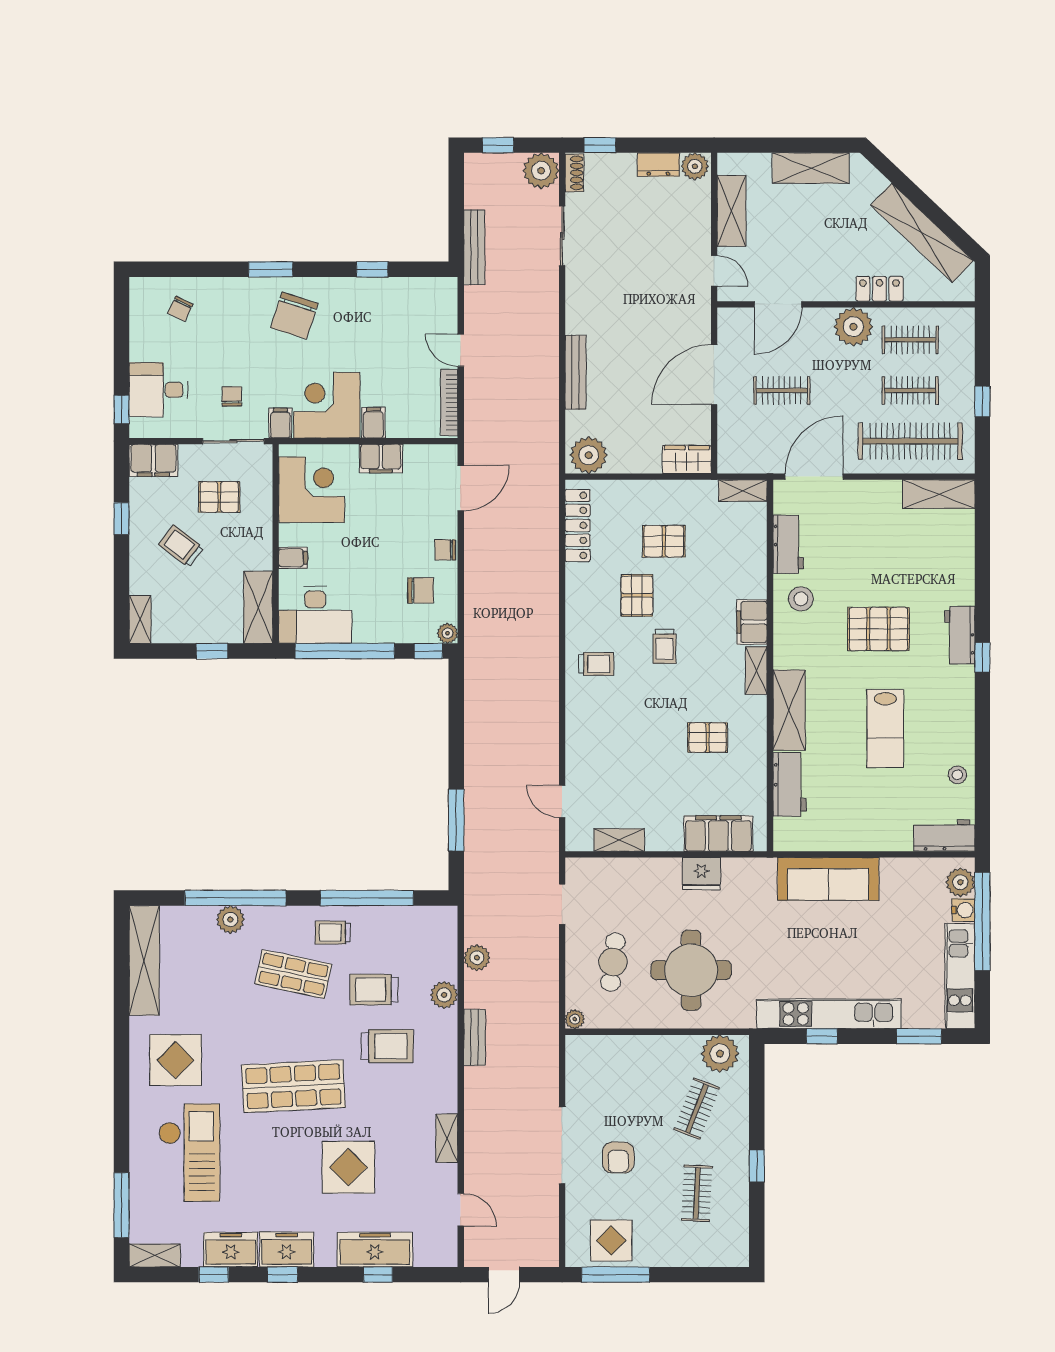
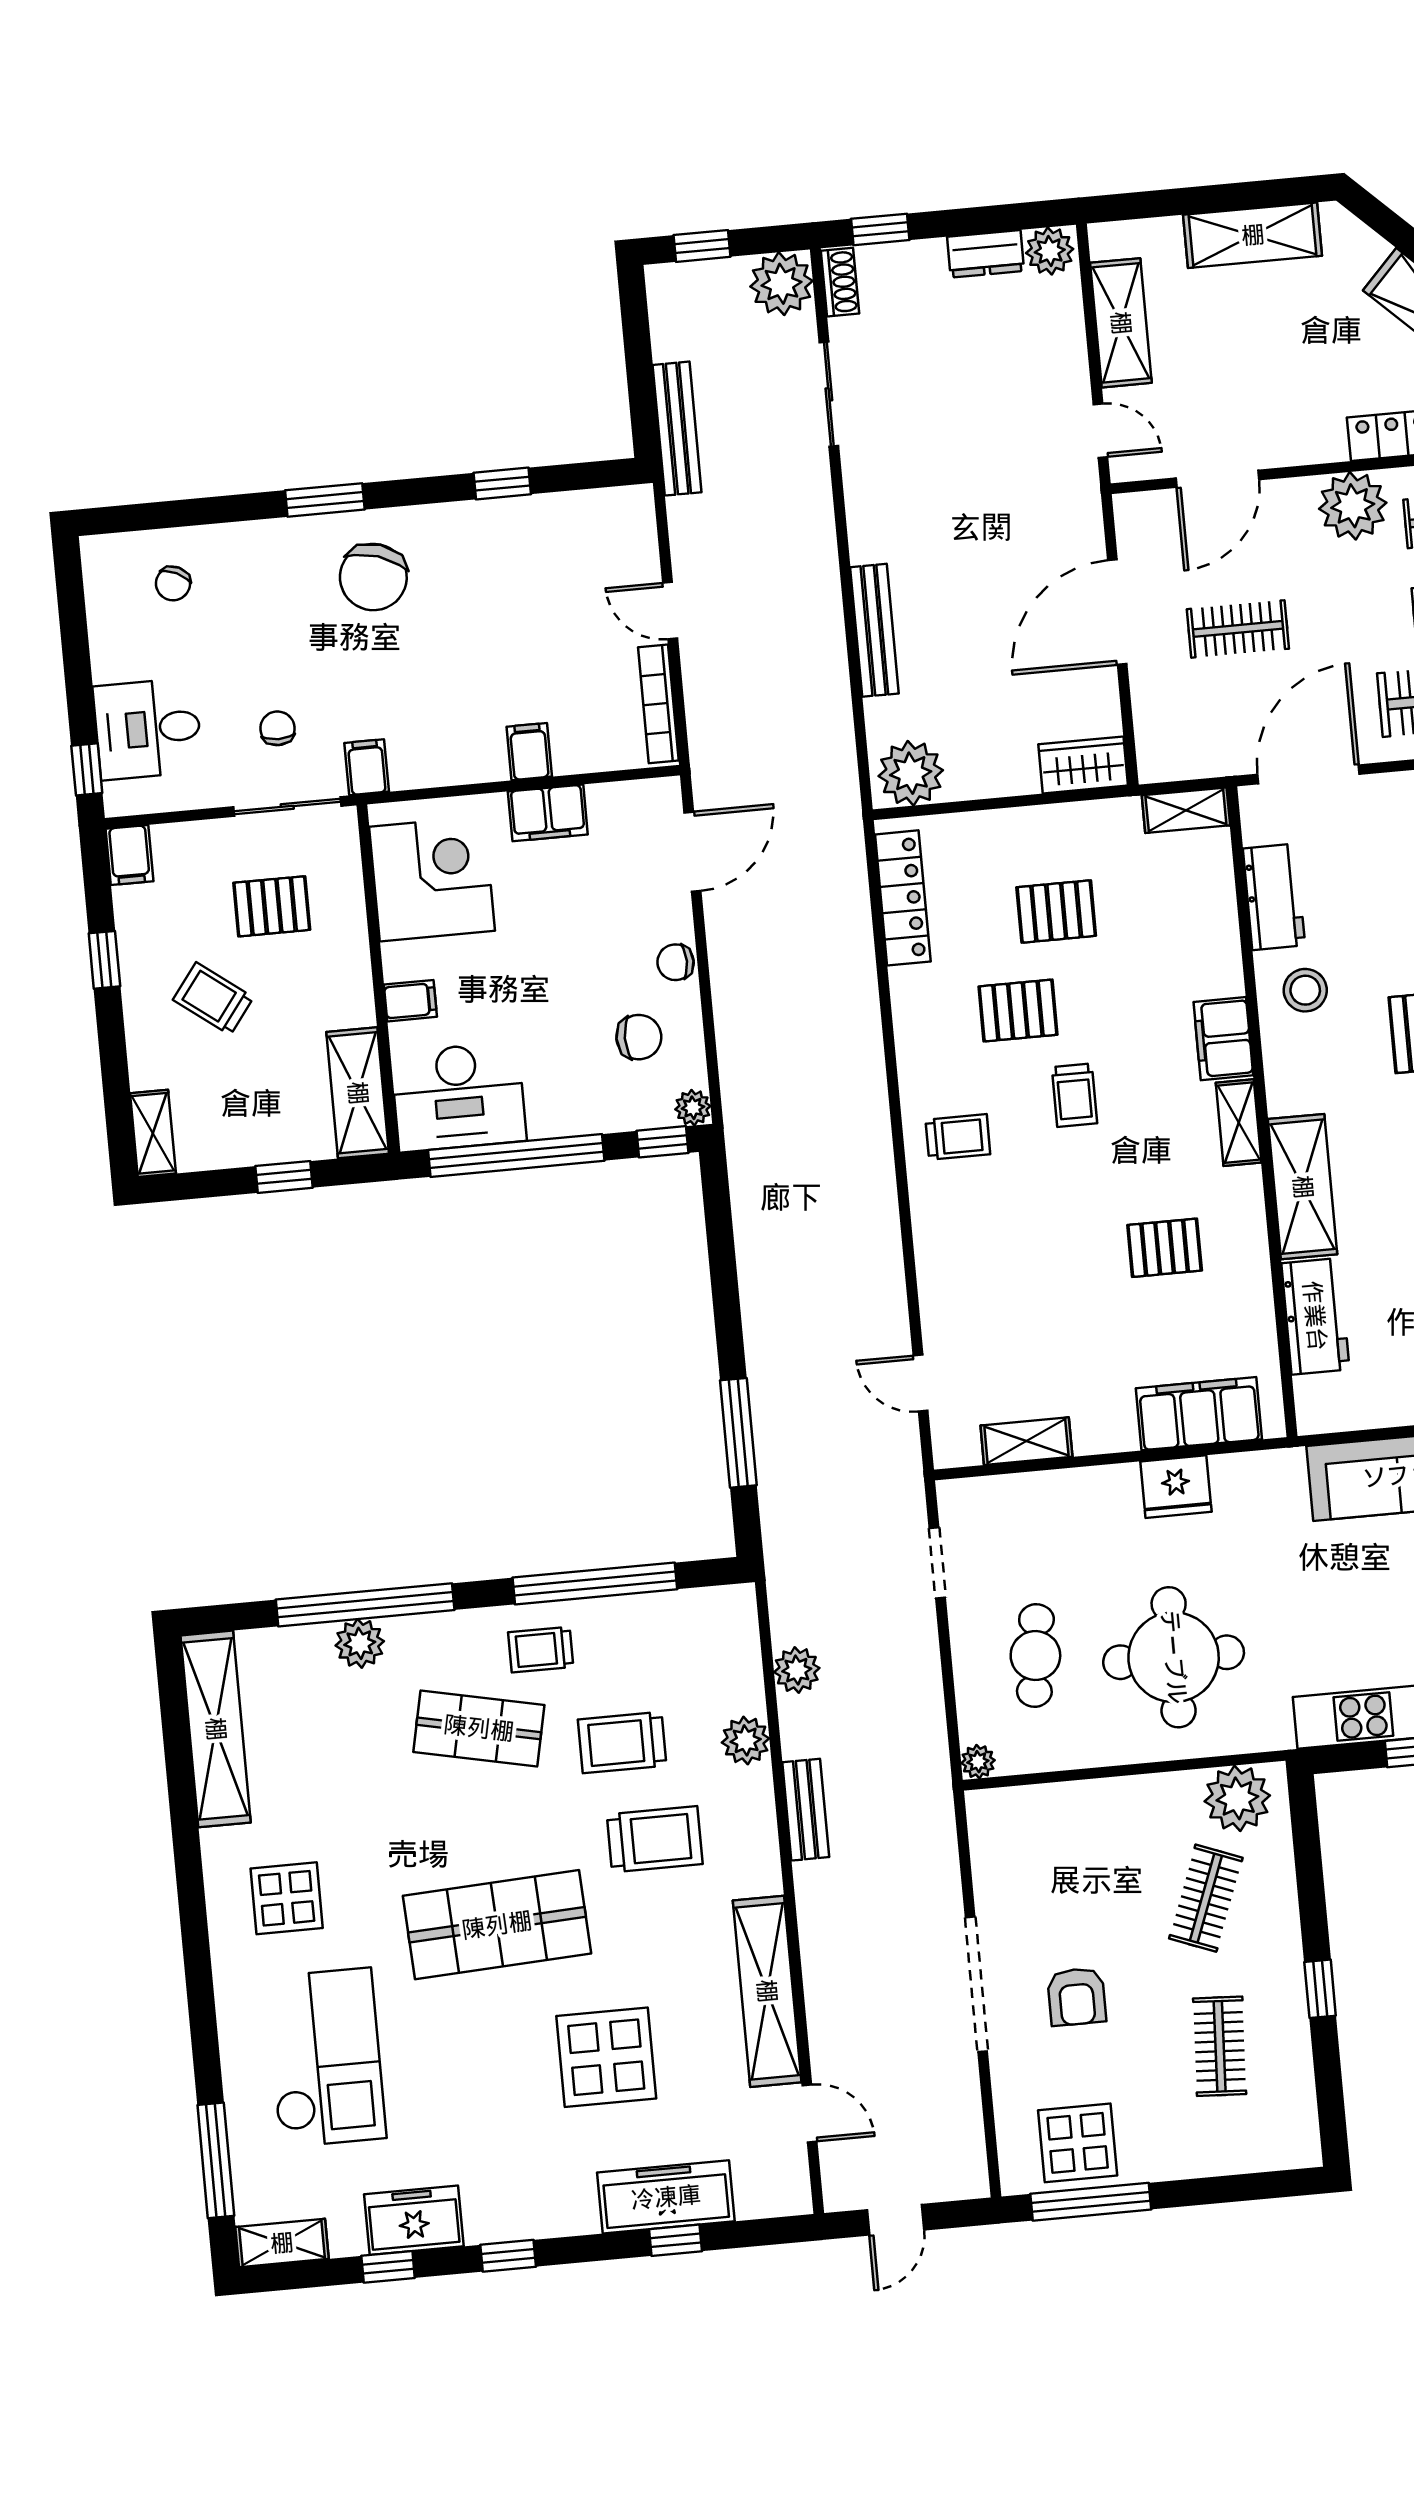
corner desk: (327, 405) -> (445, 728), removed
filing cabinet: (153, 460) -> (129, 855), width x0.50
pallet: (637, 595) -> (1018, 1011), turned 90
display table: (176, 1060) -> (287, 1898), width x0.73, depth x0.73
shelving: (447, 1138) -> (767, 1991), width x2.20, depth x1.33
freezer: (287, 1249) -> (511, 2211), removed

